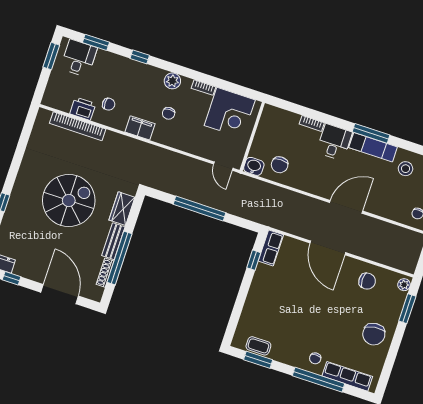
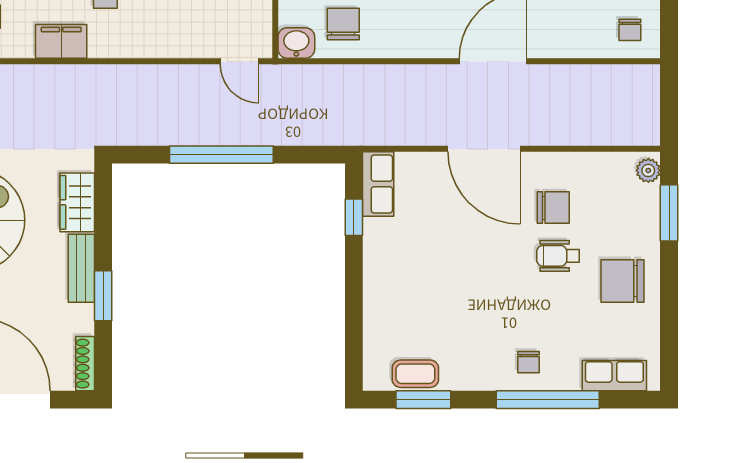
chair: (280, 165) -> (343, 24), turned 180
window: (120, 258) -> (103, 296), width x0.47
shoe rack: (105, 273) -> (85, 364), moved
chair: (367, 281) -> (553, 208), moved
wheelchair: (347, 312) -> (558, 256), added
chair: (374, 334) -> (623, 281), turned 97
row of seats: (347, 376) -> (614, 376), width x0.68

